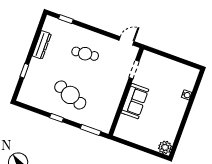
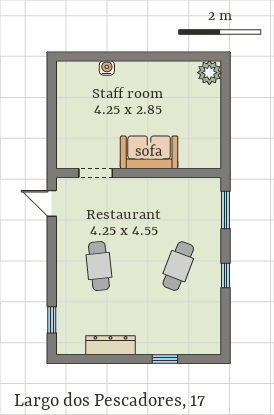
cafe table: (70, 95) -> (178, 266), width x0.73, depth x0.74

